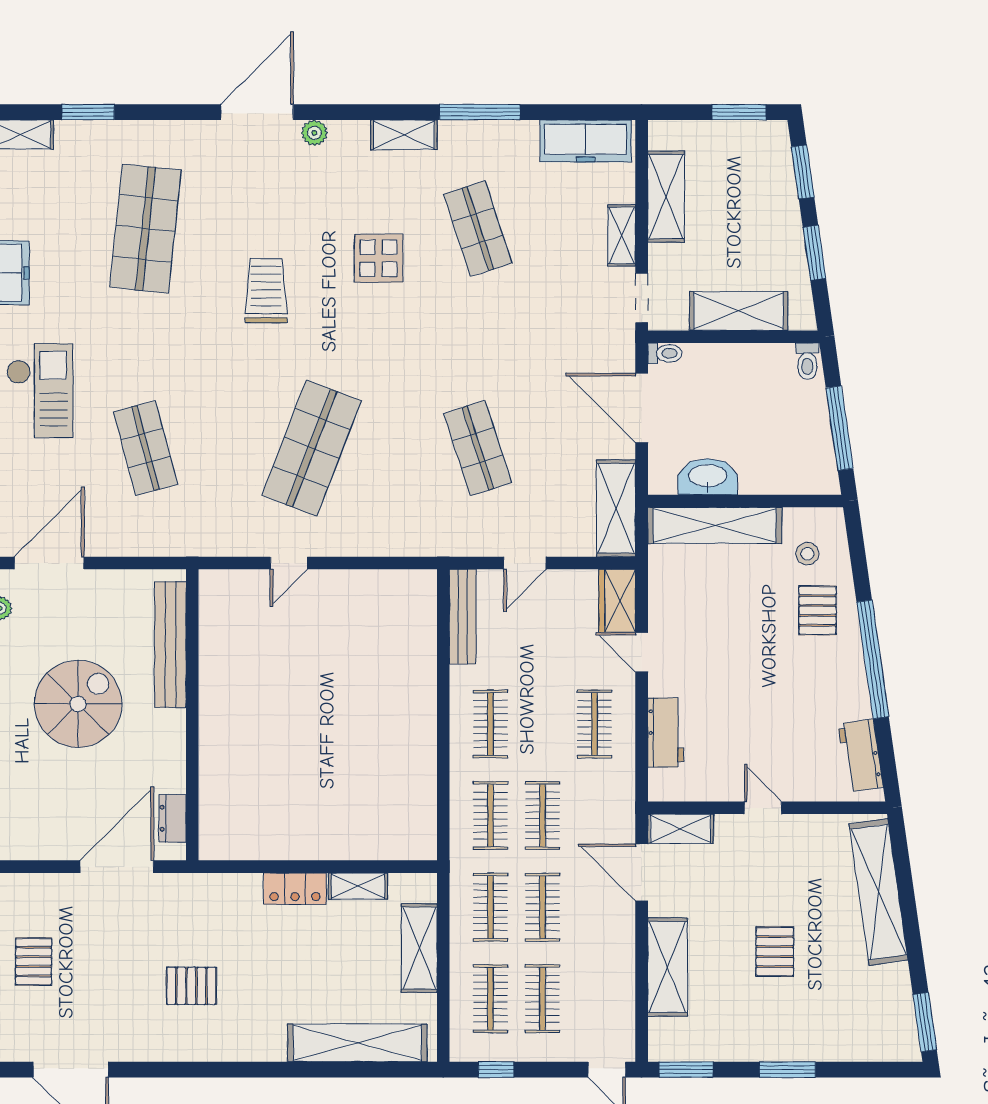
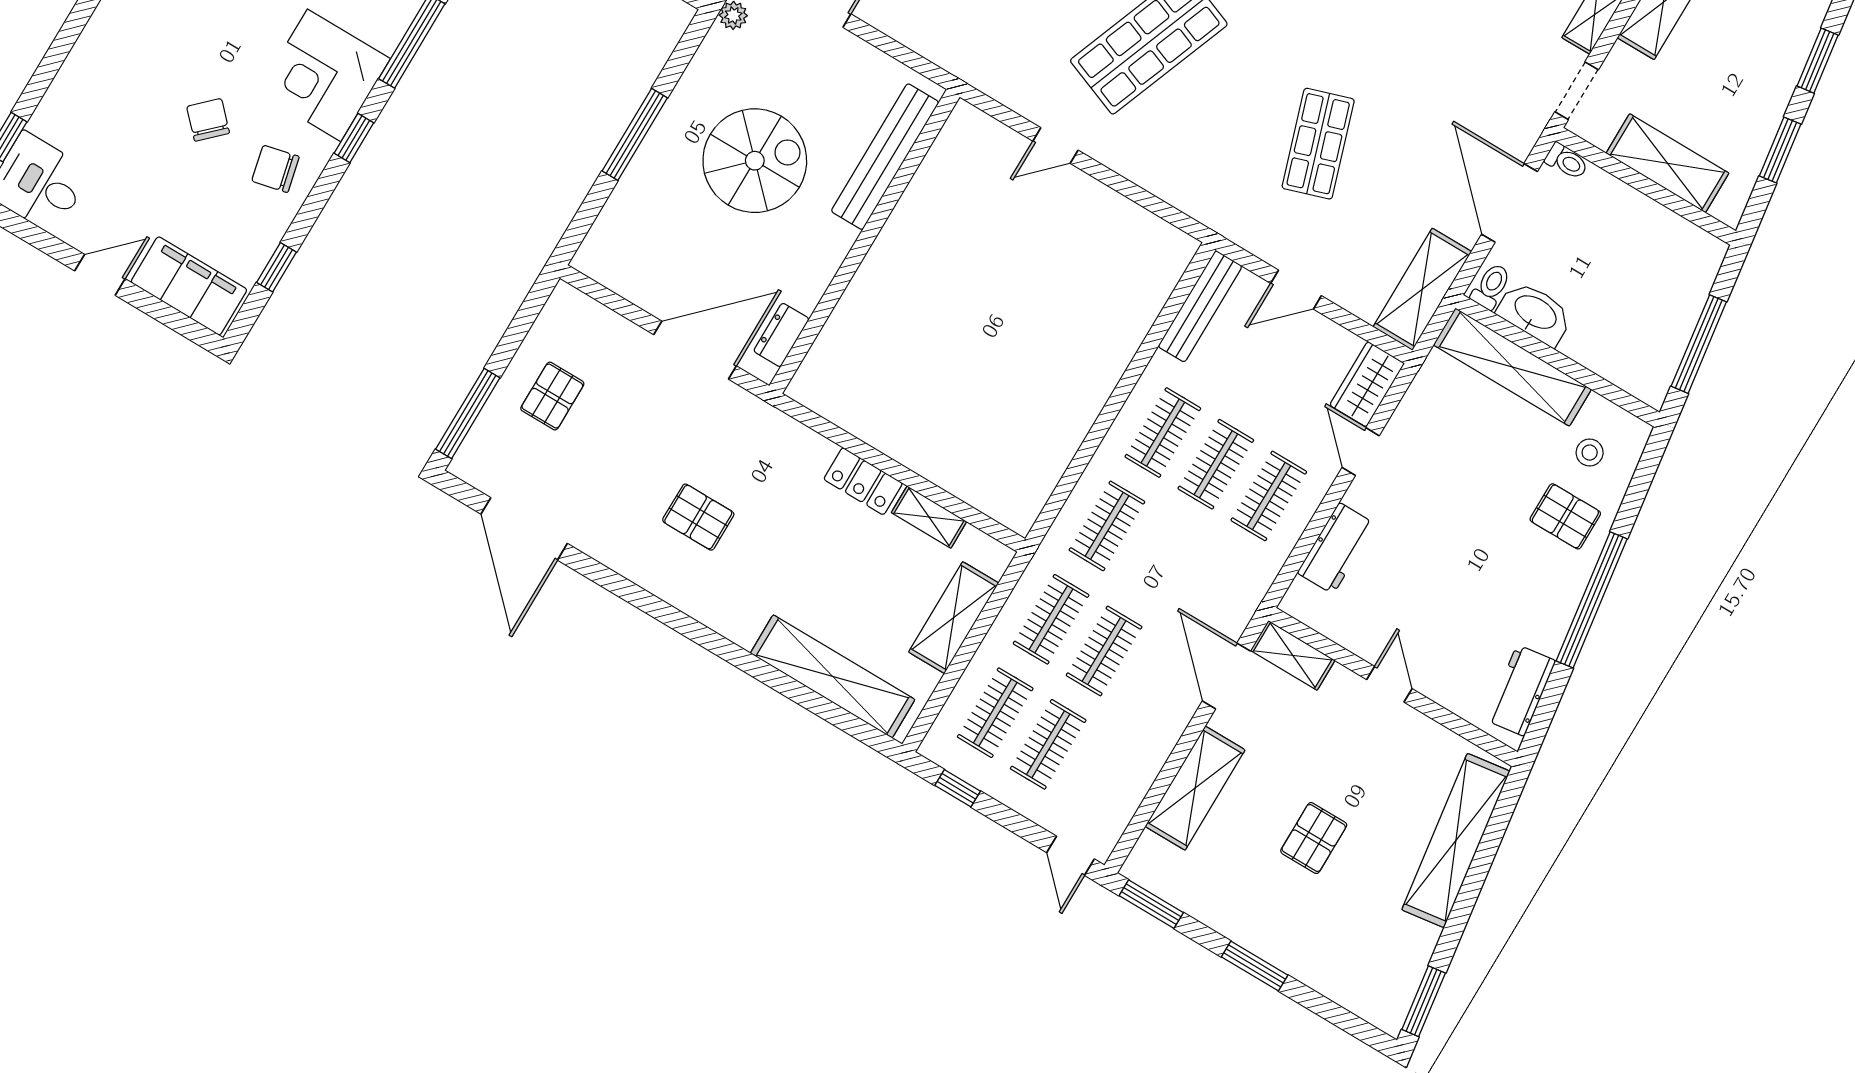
toilet: (807, 361) -> (1491, 286), moved, turned 180
pallet: (818, 610) -> (1565, 516), turned 90
clothes rail: (542, 816) -> (1216, 464), moved

